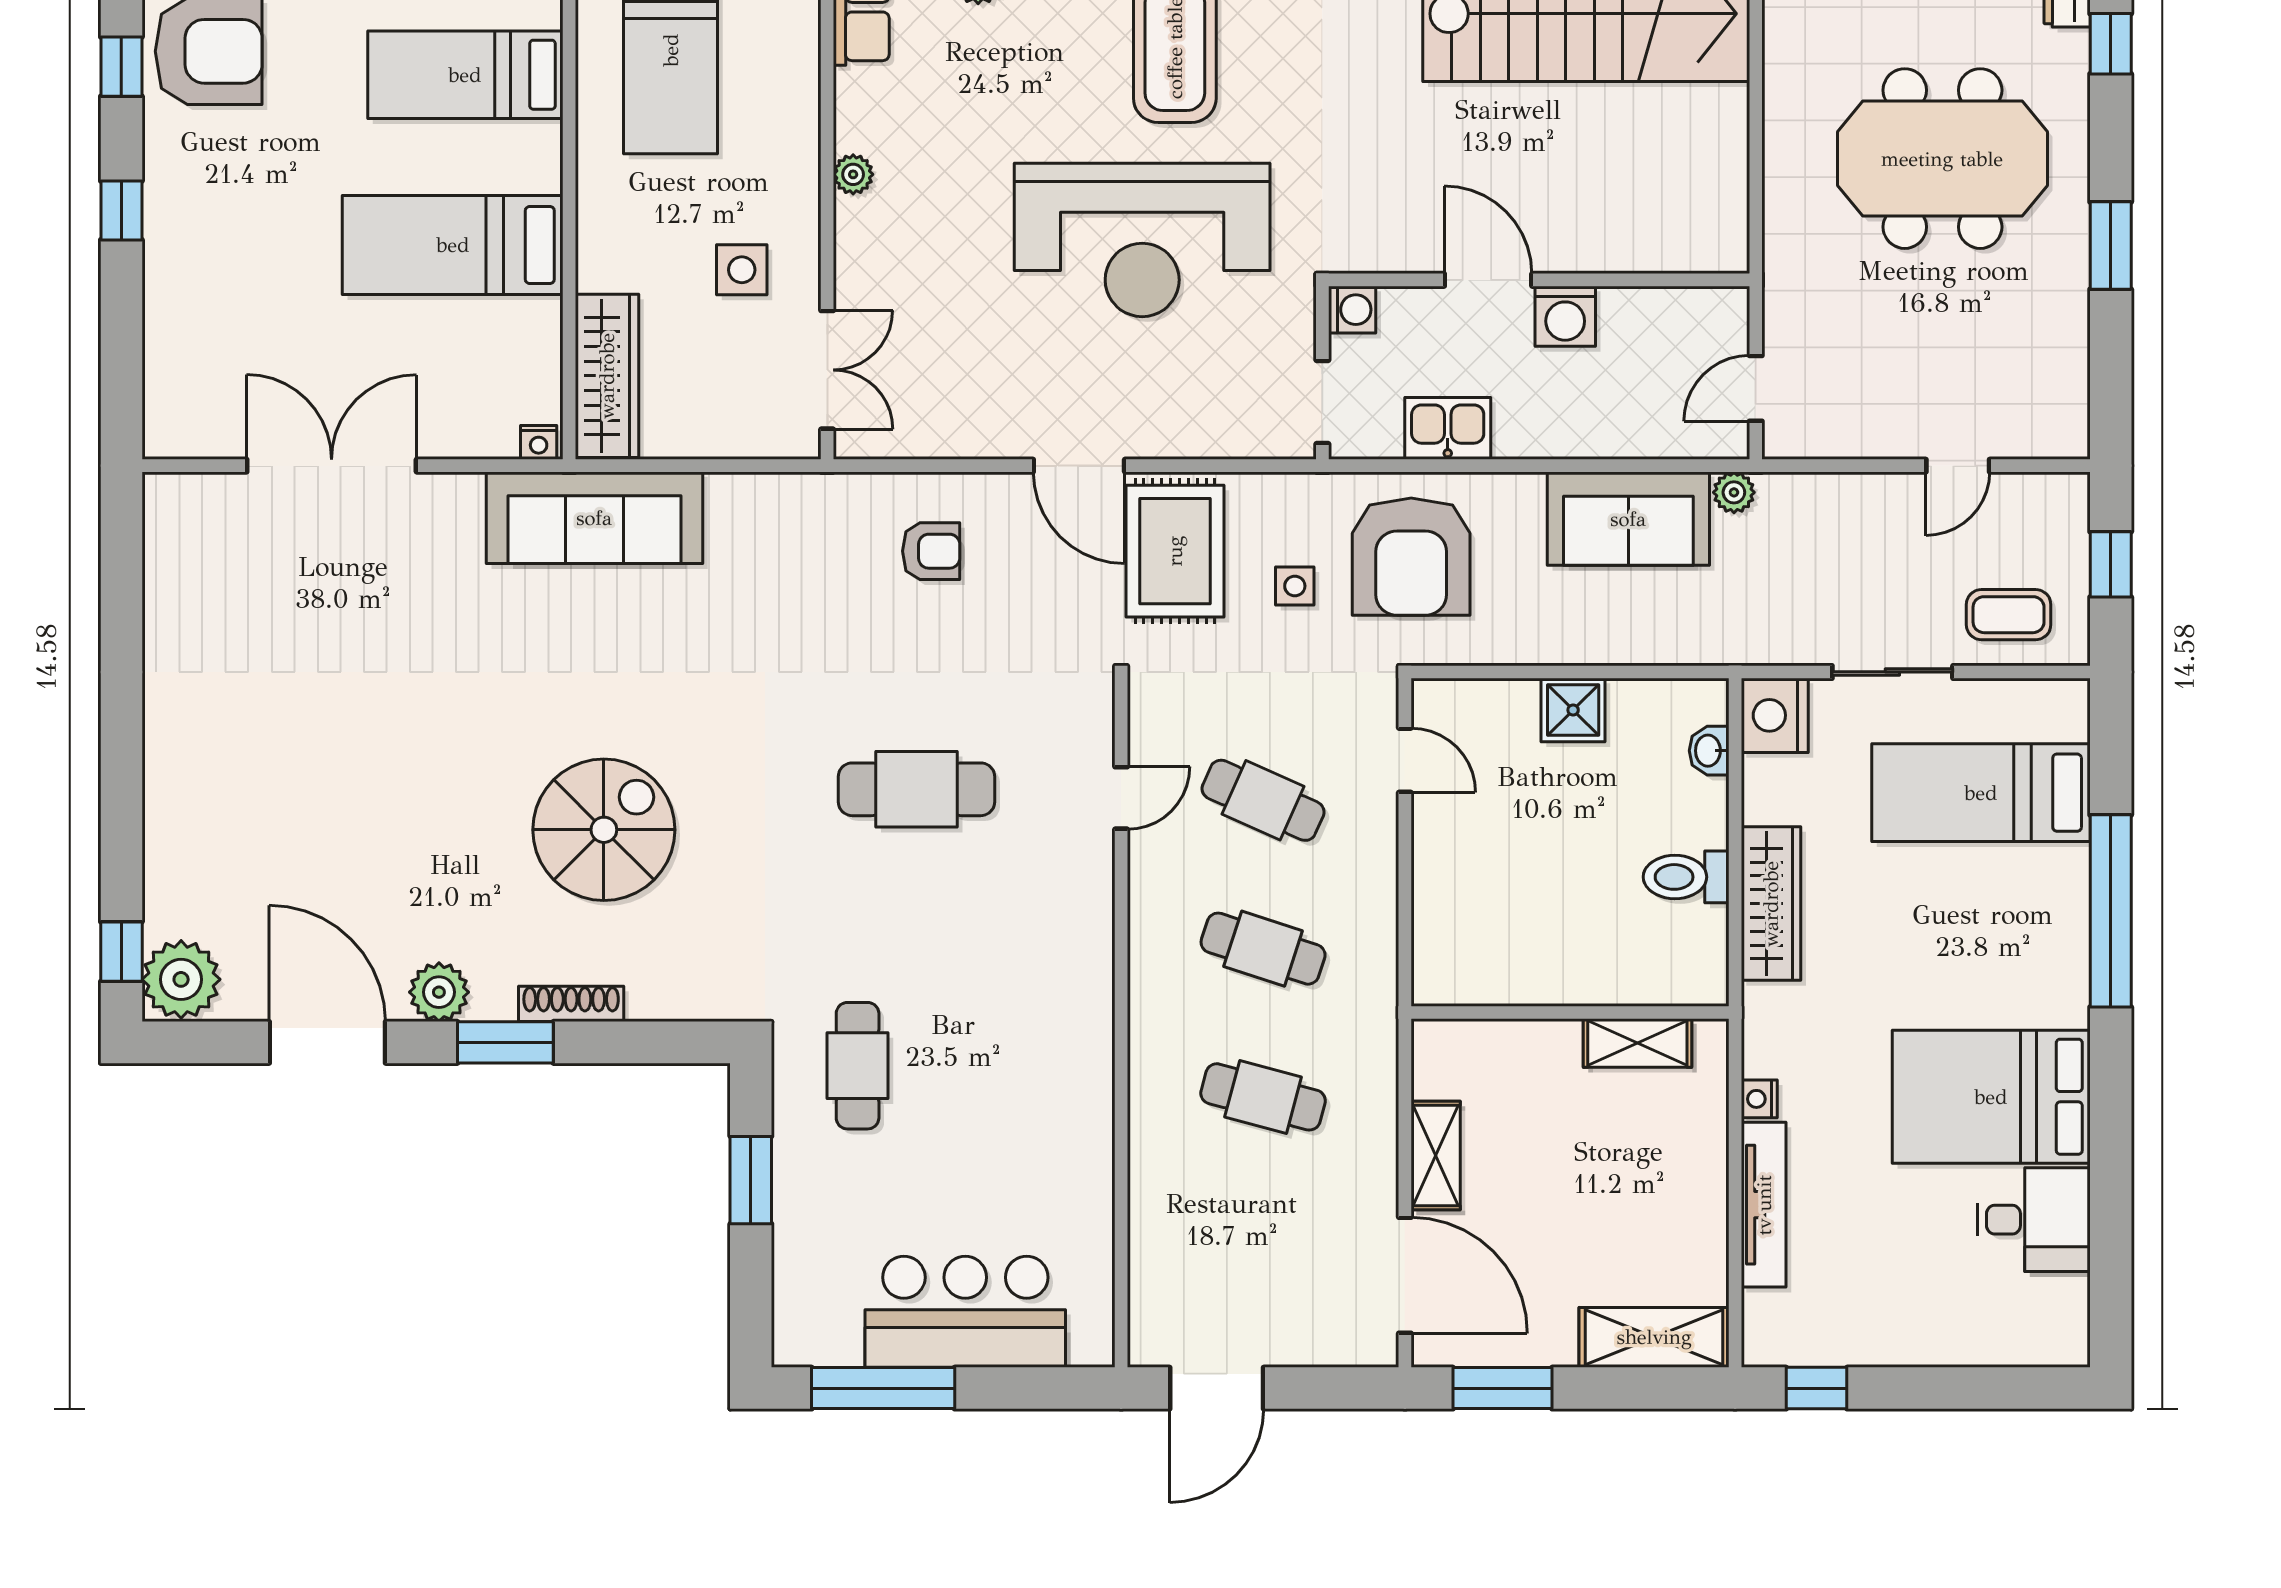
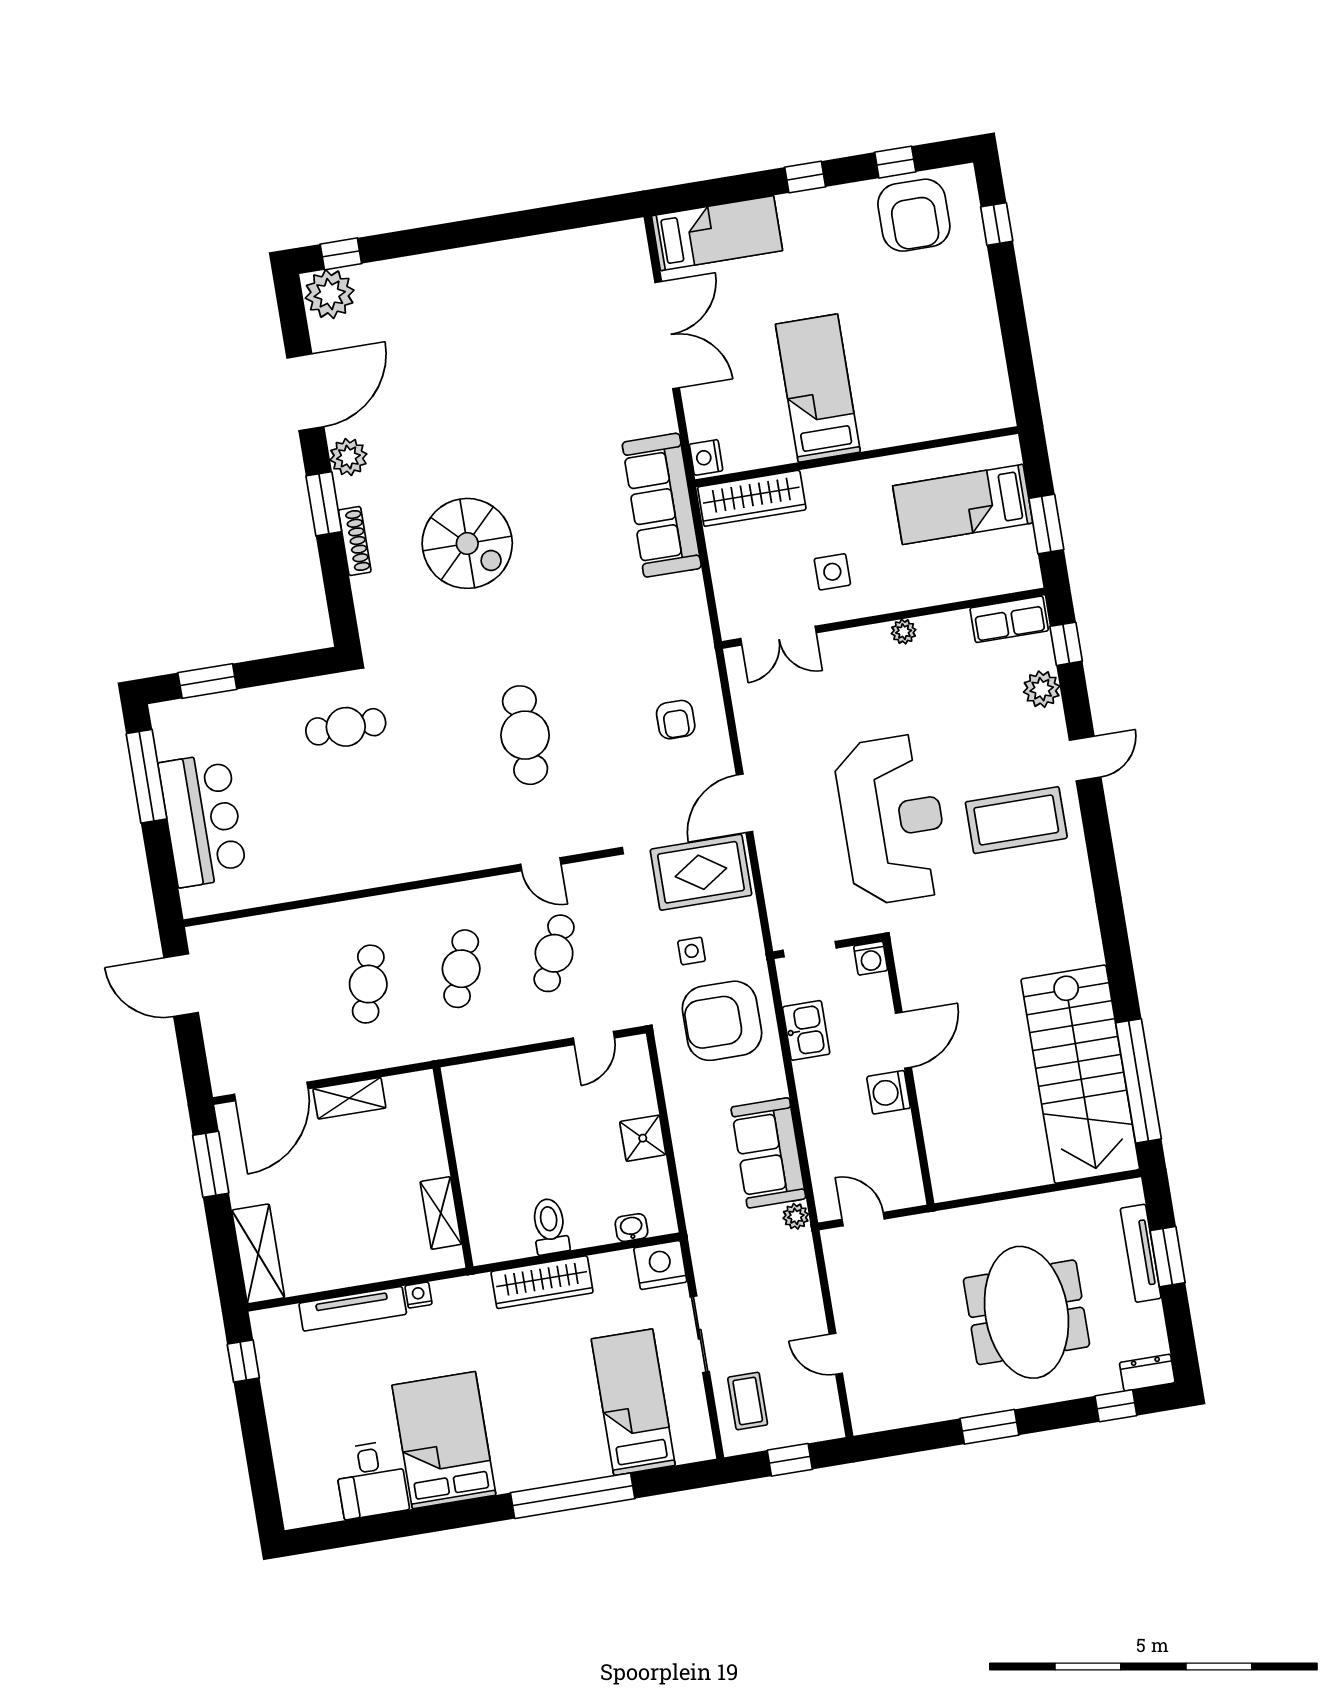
bed: (465, 75) -> (717, 233), moved, turned 90
reception desk: (1142, 240) -> (892, 819), turned 180
nightstand: (539, 442) -> (706, 457), width x1.39, depth x1.35
window: (751, 1180) -> (207, 681), moved

